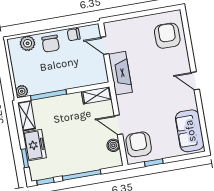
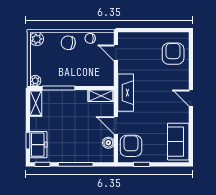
plant: (28, 43) -> (37, 39), moved
chair: (51, 44) -> (68, 43), turned 97
fireplace: (120, 73) -> (126, 93), moved
freezer: (35, 145) -> (38, 145), moved

